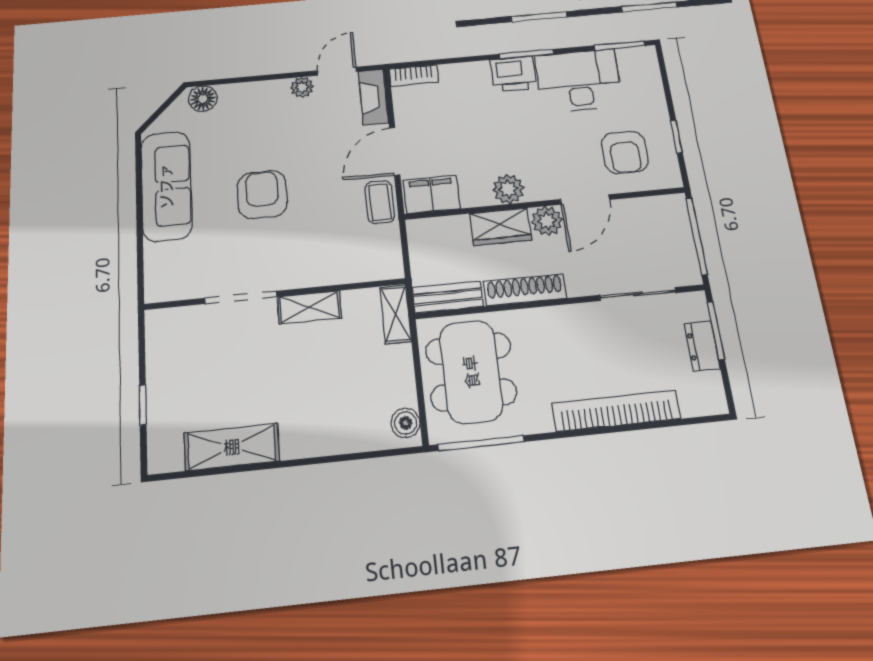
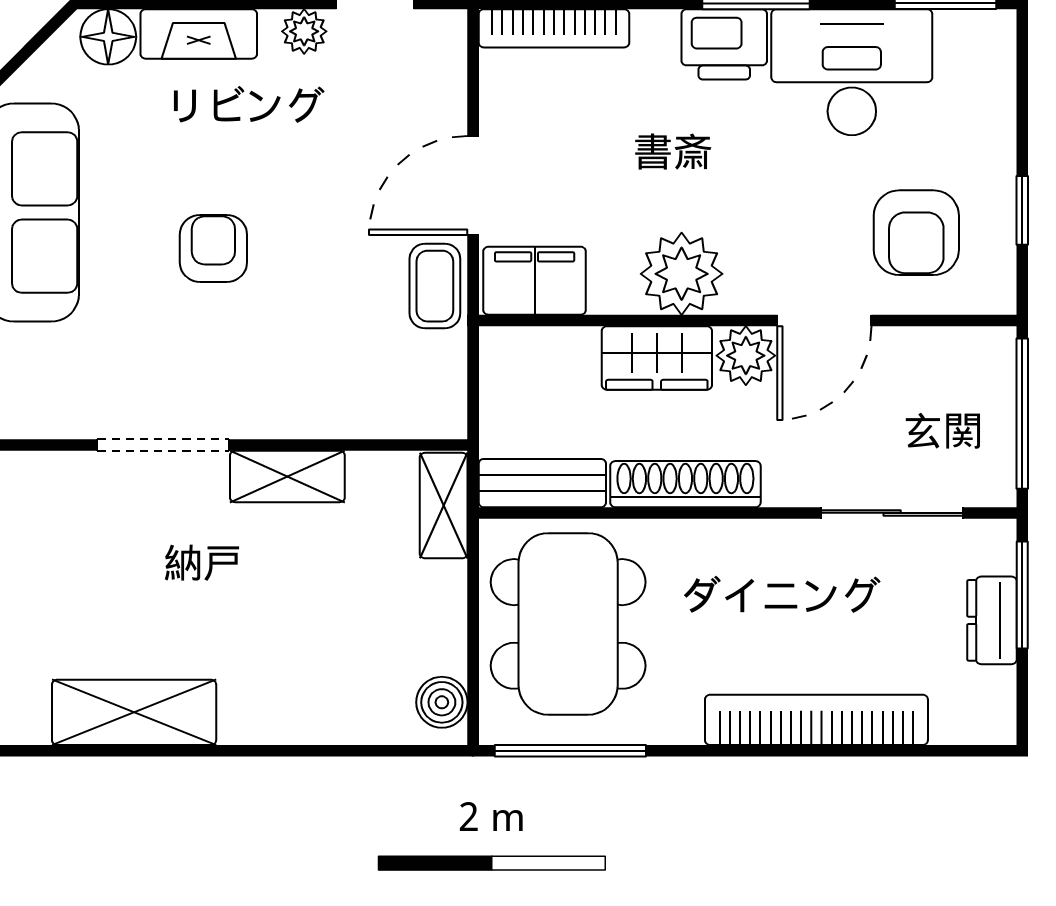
bookcase: (414, 76) -> (554, 28), width x1.56
fireplace: (373, 97) -> (199, 34), moved, turned -90
plant: (508, 189) -> (682, 274), width x1.36, depth x1.36
armchair: (262, 195) -> (213, 248), width x0.72, depth x0.72

